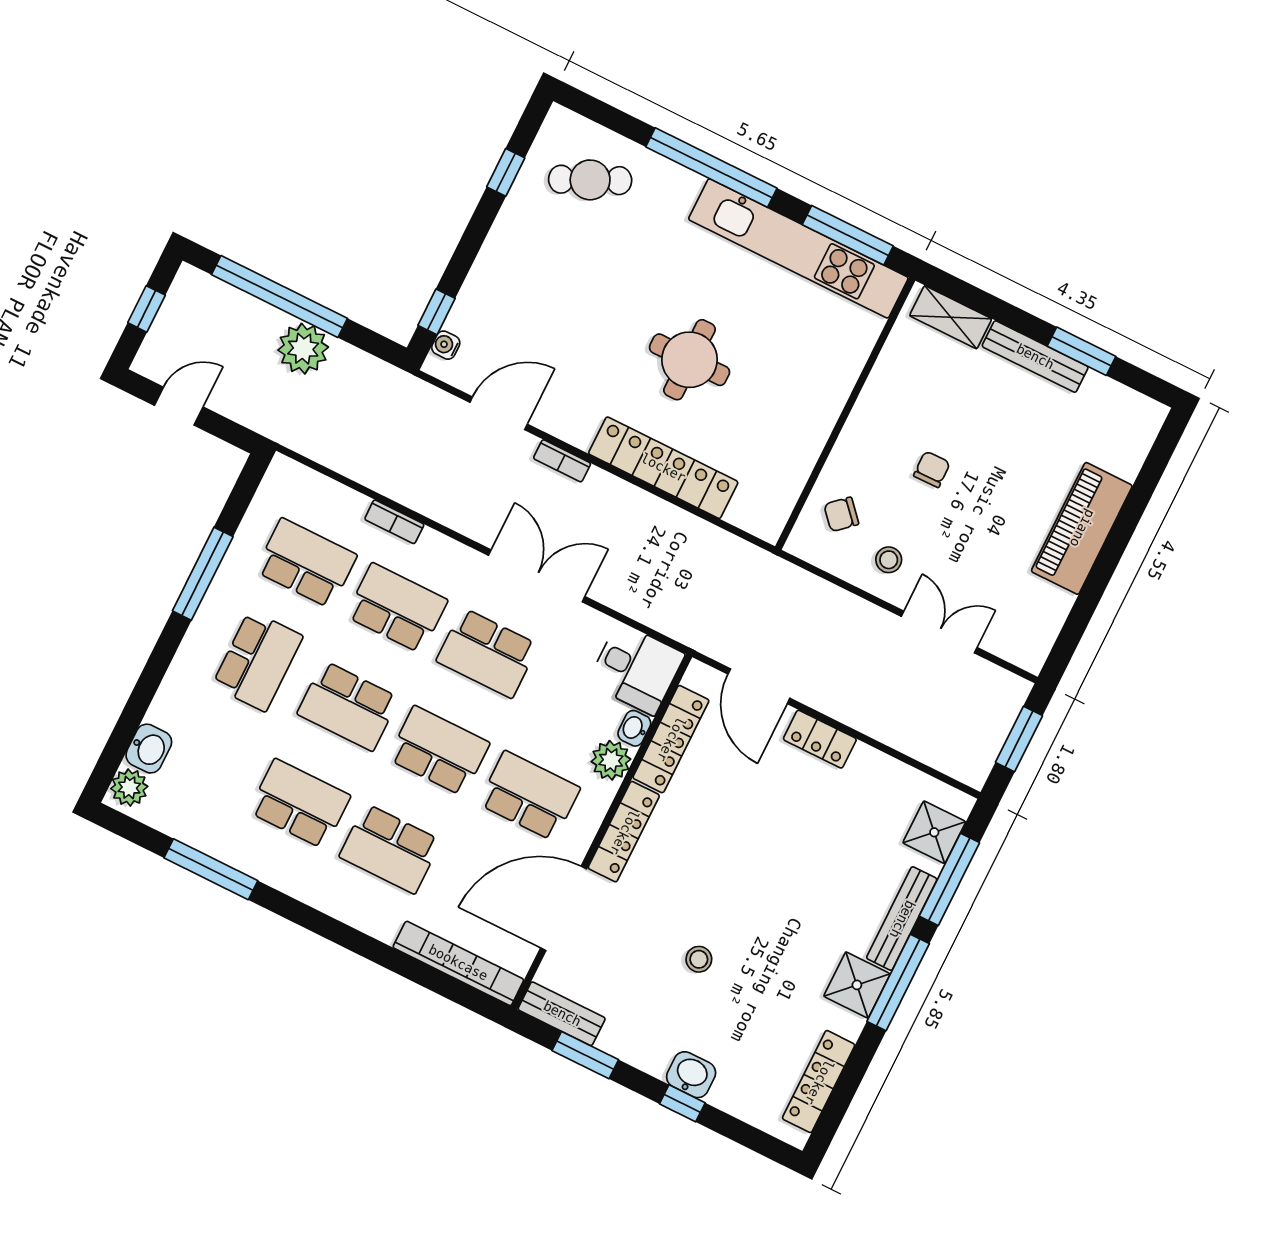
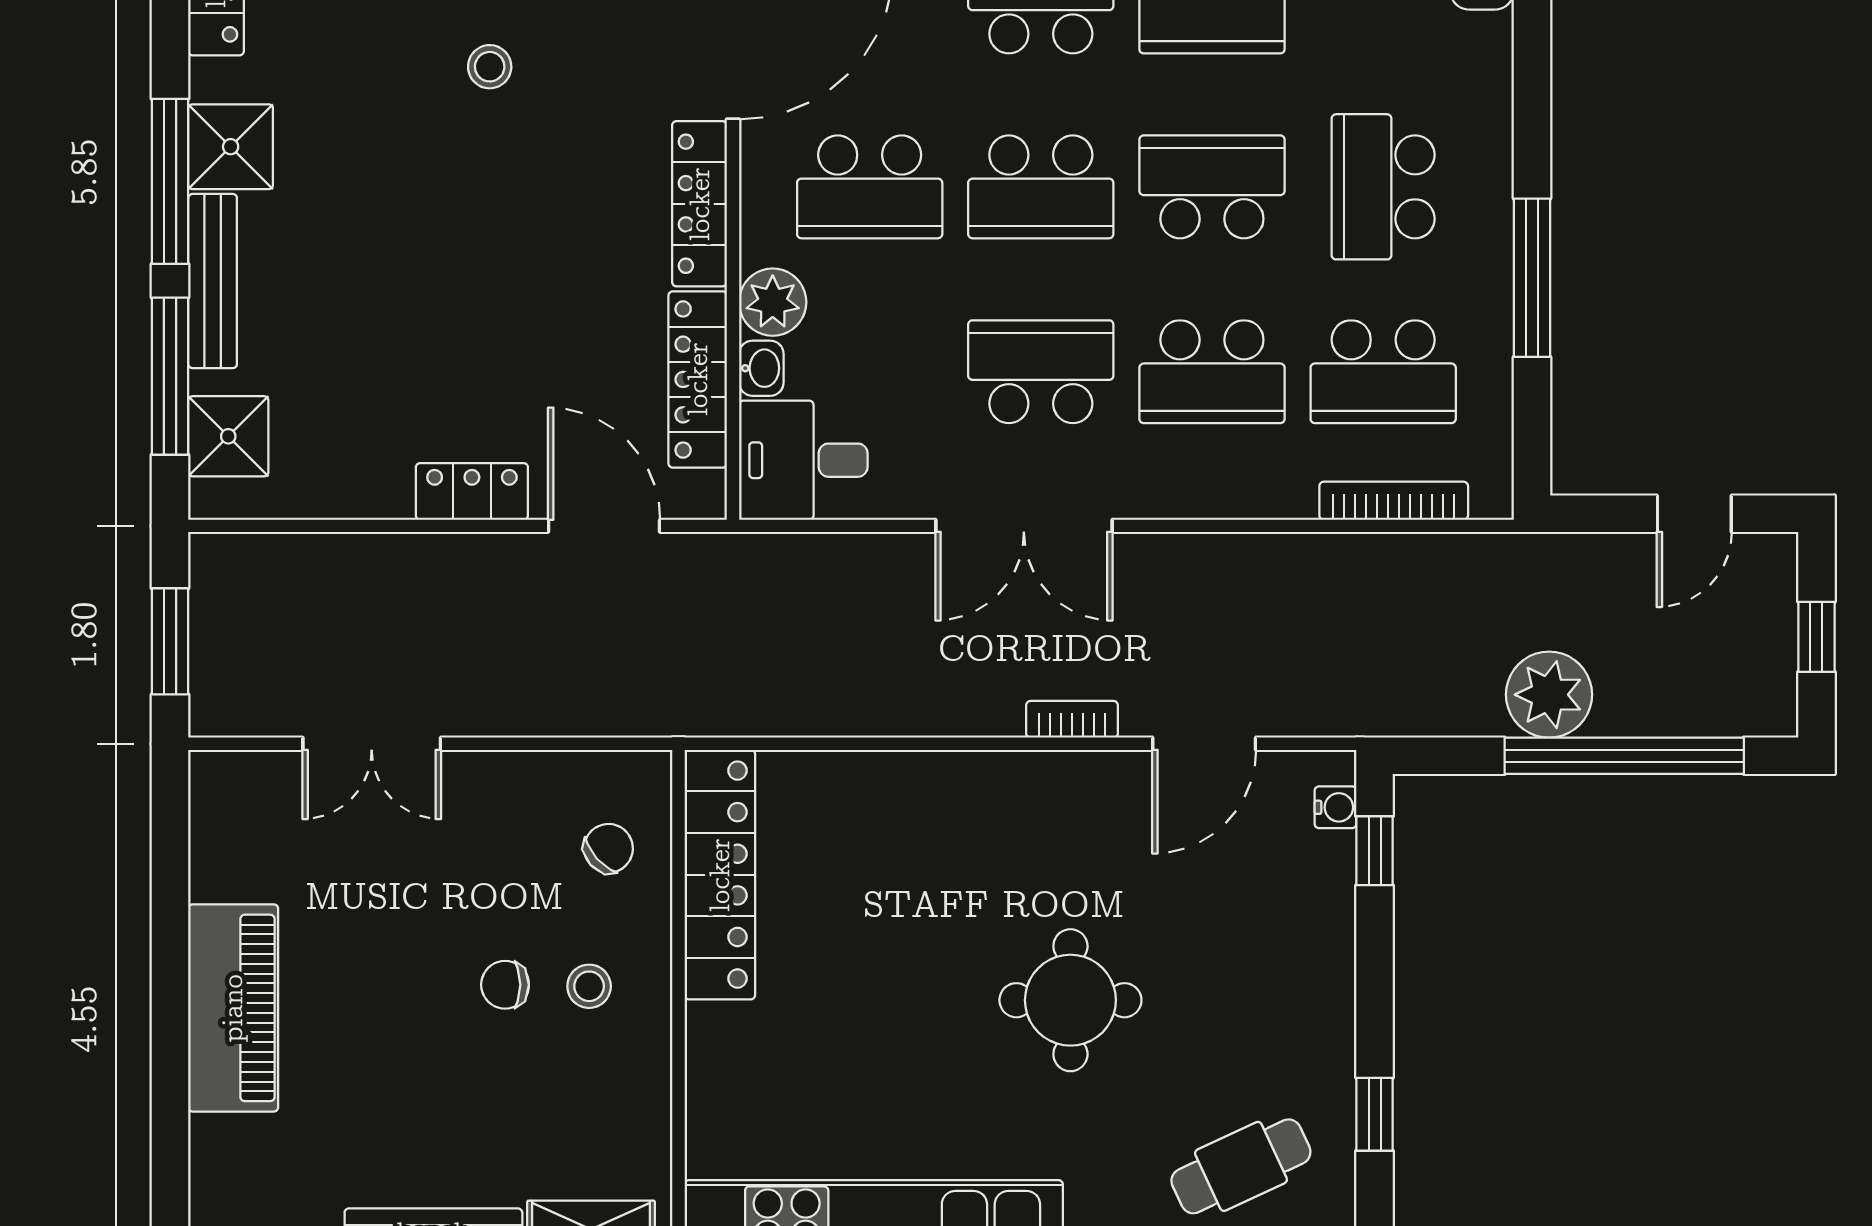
round table: (690, 360) -> (1070, 1000), moved
locker: (663, 468) -> (720, 875), moved, turned -90
chair: (932, 469) -> (505, 985), turned 91
bookcase: (394, 522) -> (1394, 501), moved, width x1.56
stool: (889, 560) -> (589, 986), moved

